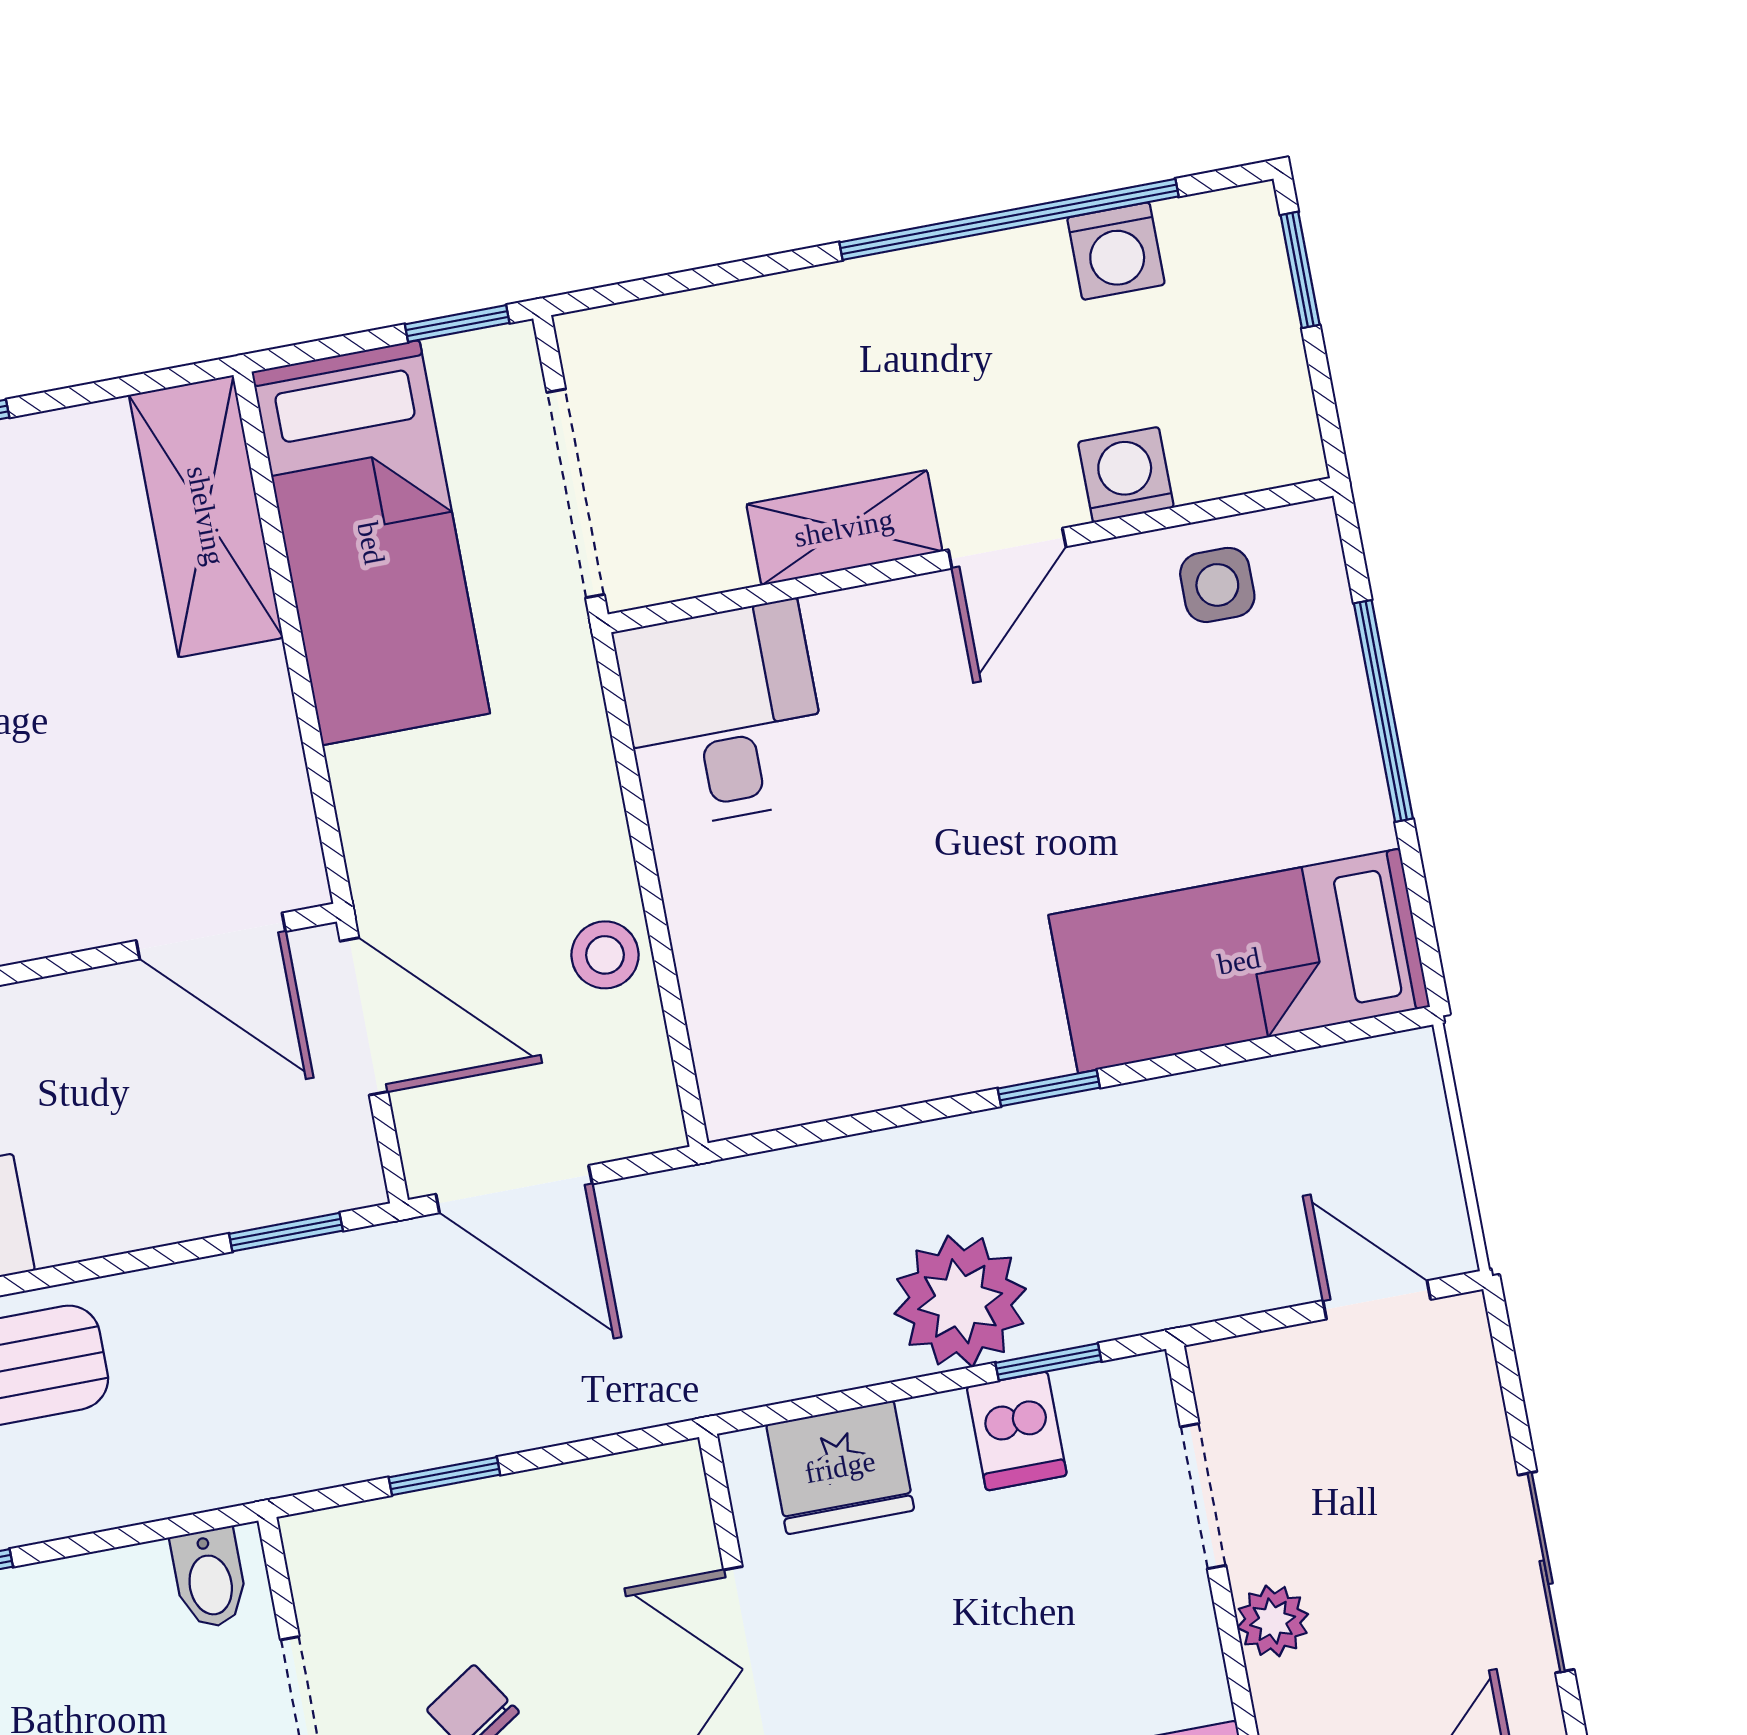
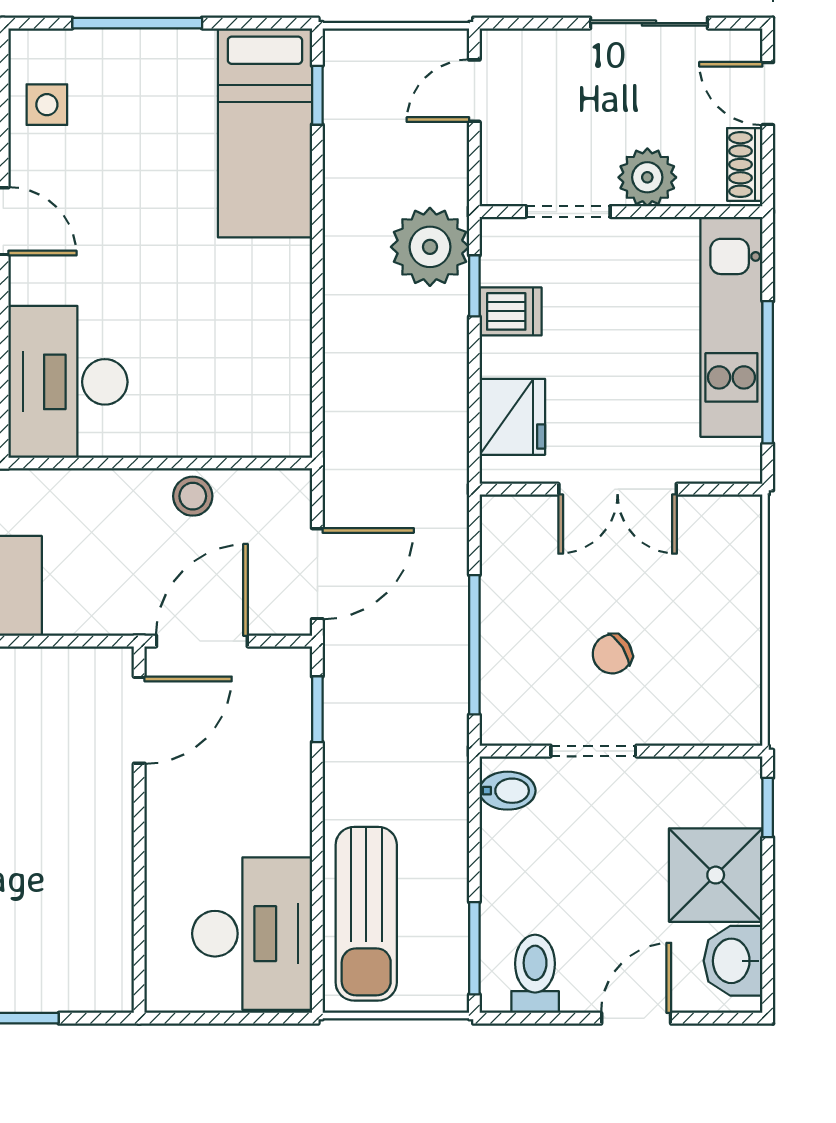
desk: (723, 715) -> (68, 382), width x1.37
window: (1049, 1088) -> (317, 95), moved
plant: (960, 1301) -> (430, 247), moved
window: (444, 1476) -> (474, 645), width x2.17
plant: (1273, 1621) -> (647, 177), width x1.38, depth x1.38

